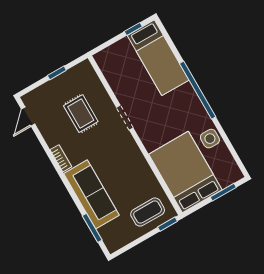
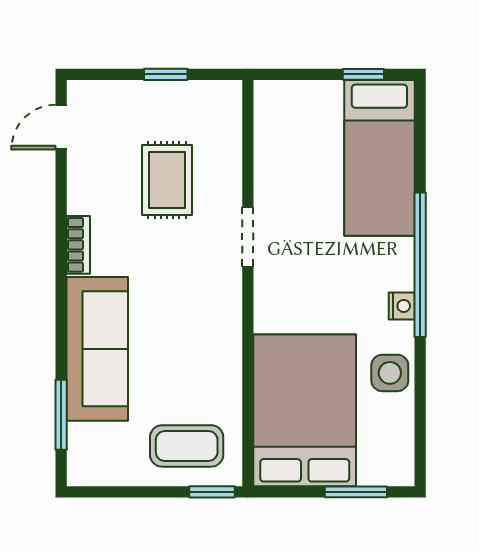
nightstand: (200, 110) -> (402, 306), added

